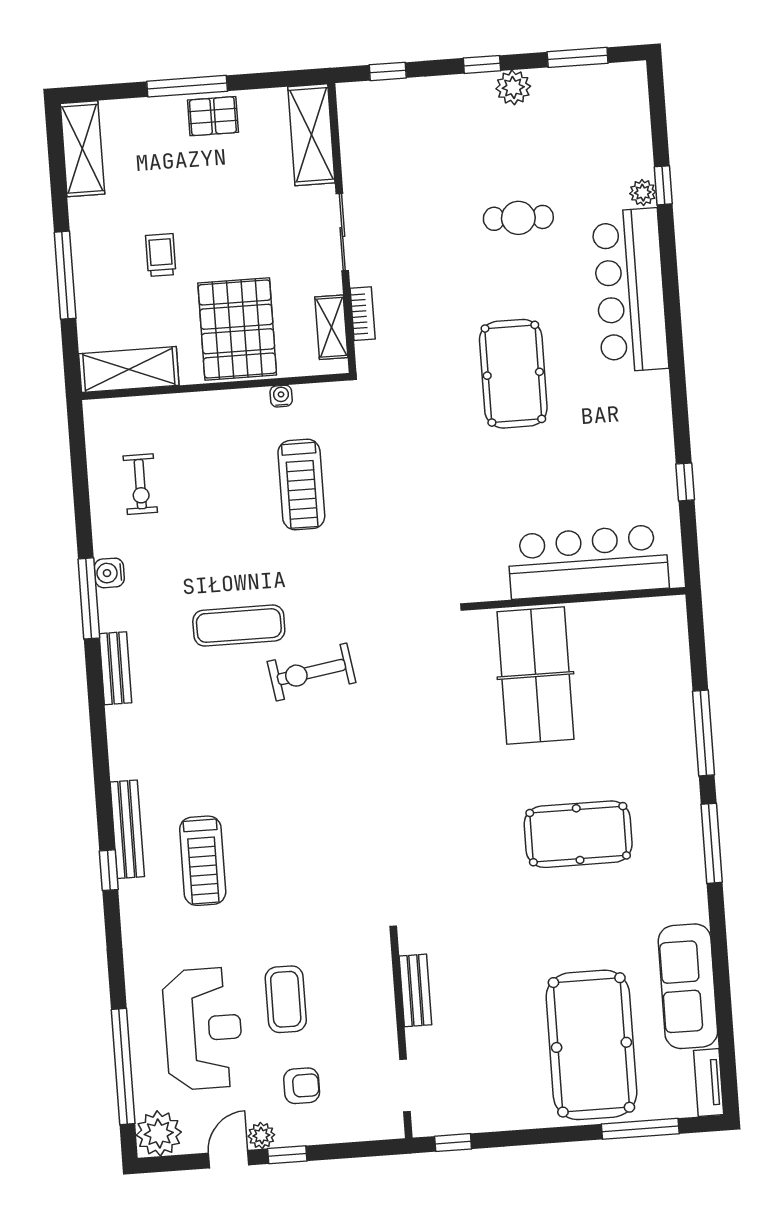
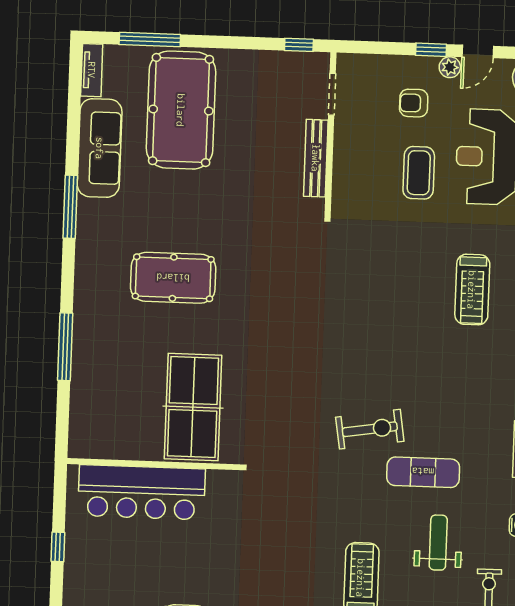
weight bench: (210, 540) -> (438, 543), added
window: (712, 843) -> (70, 207), moved
treadmill: (203, 861) -> (472, 290), turned 180
bench: (415, 990) -> (316, 158), width x1.36

